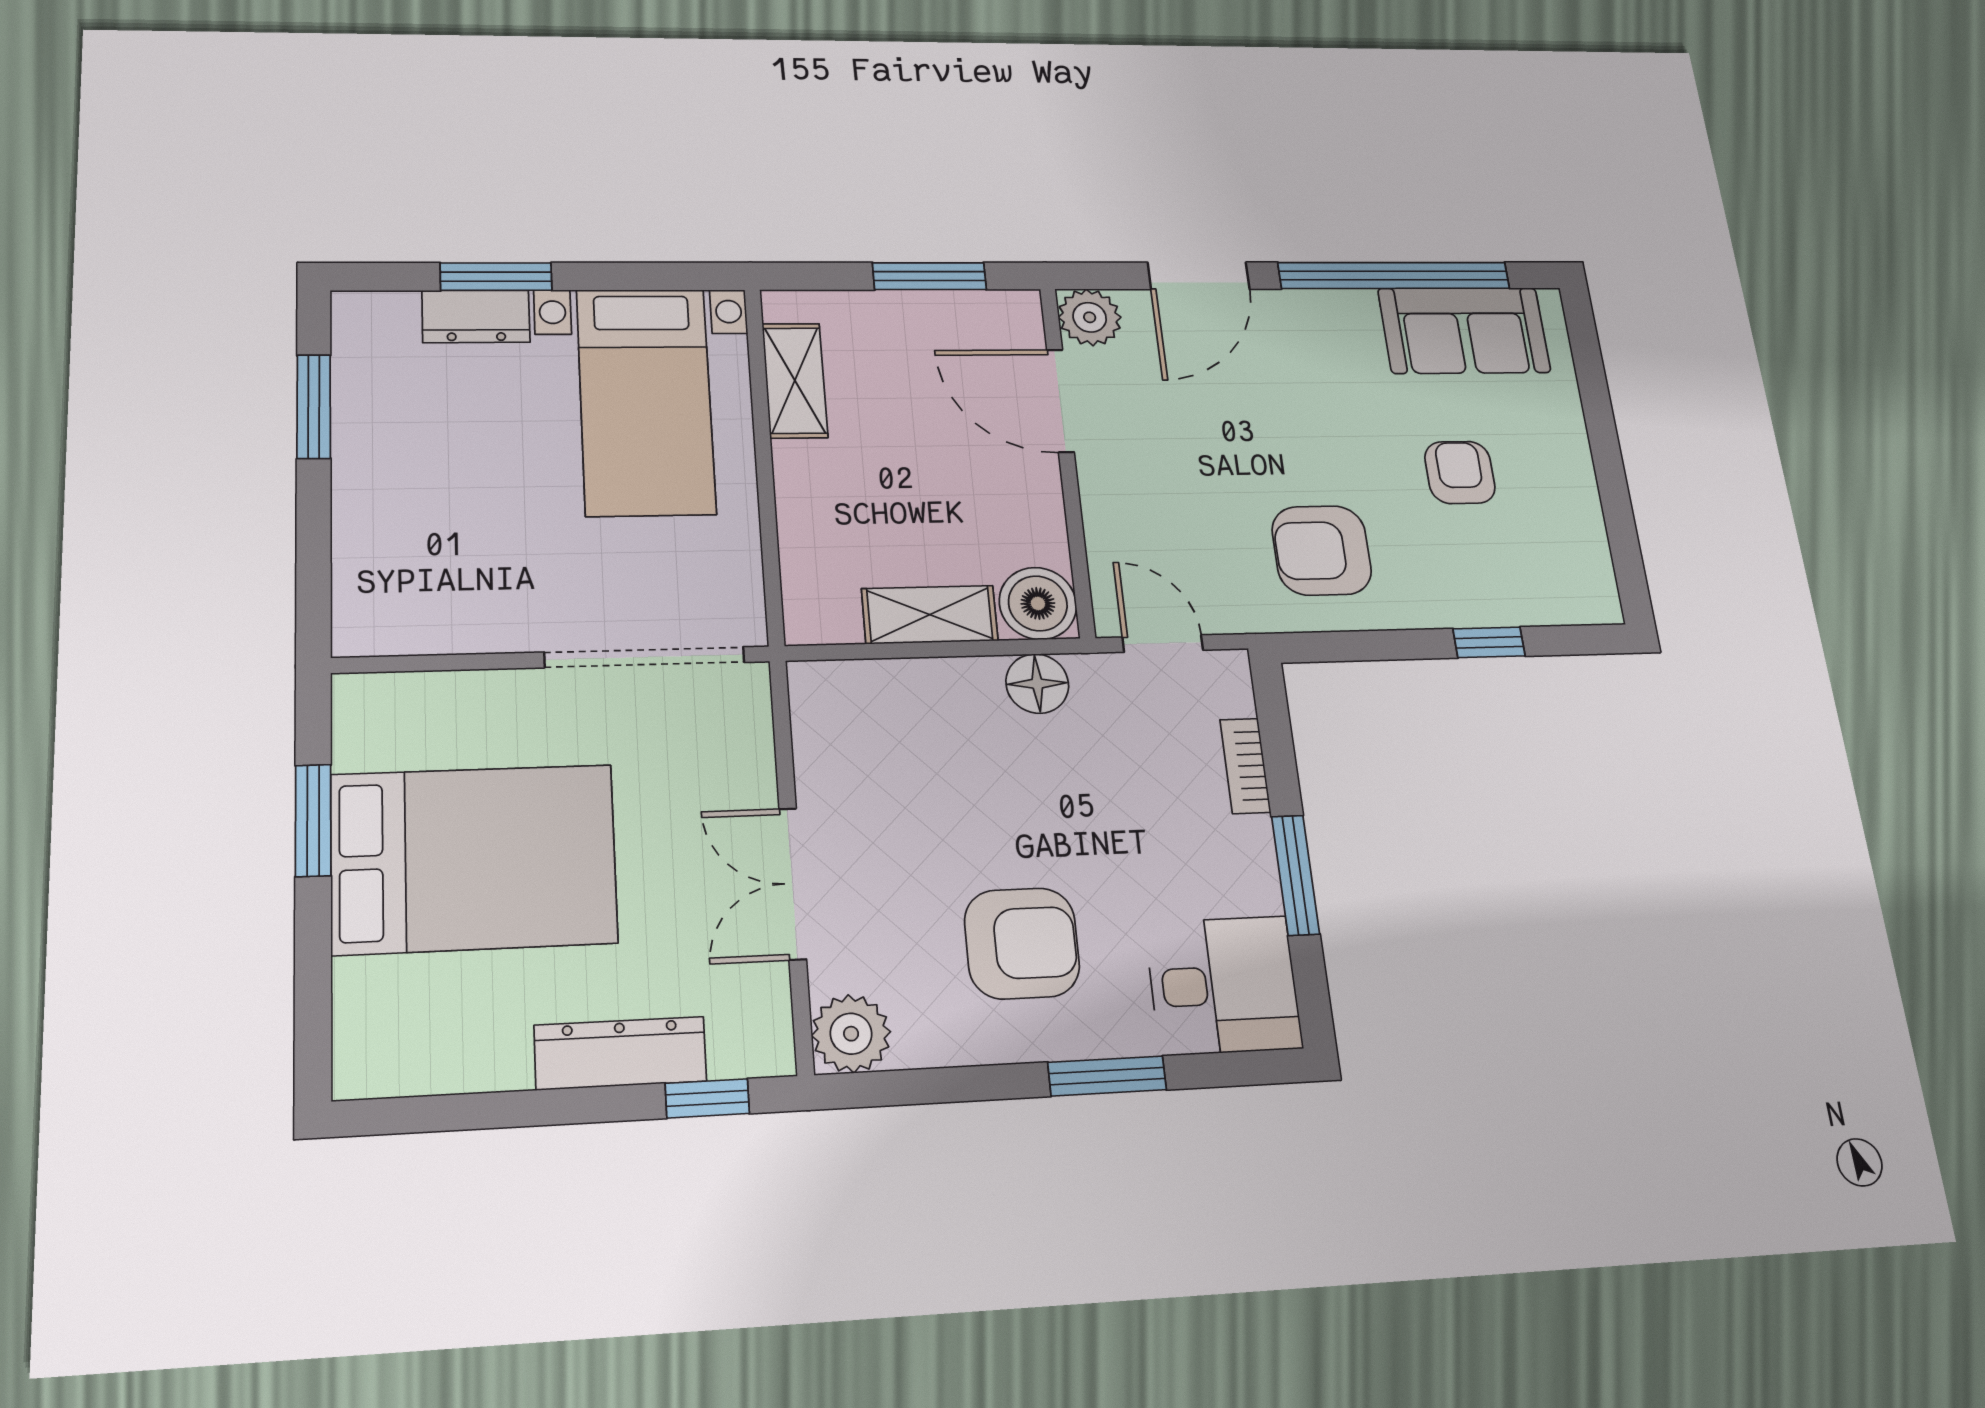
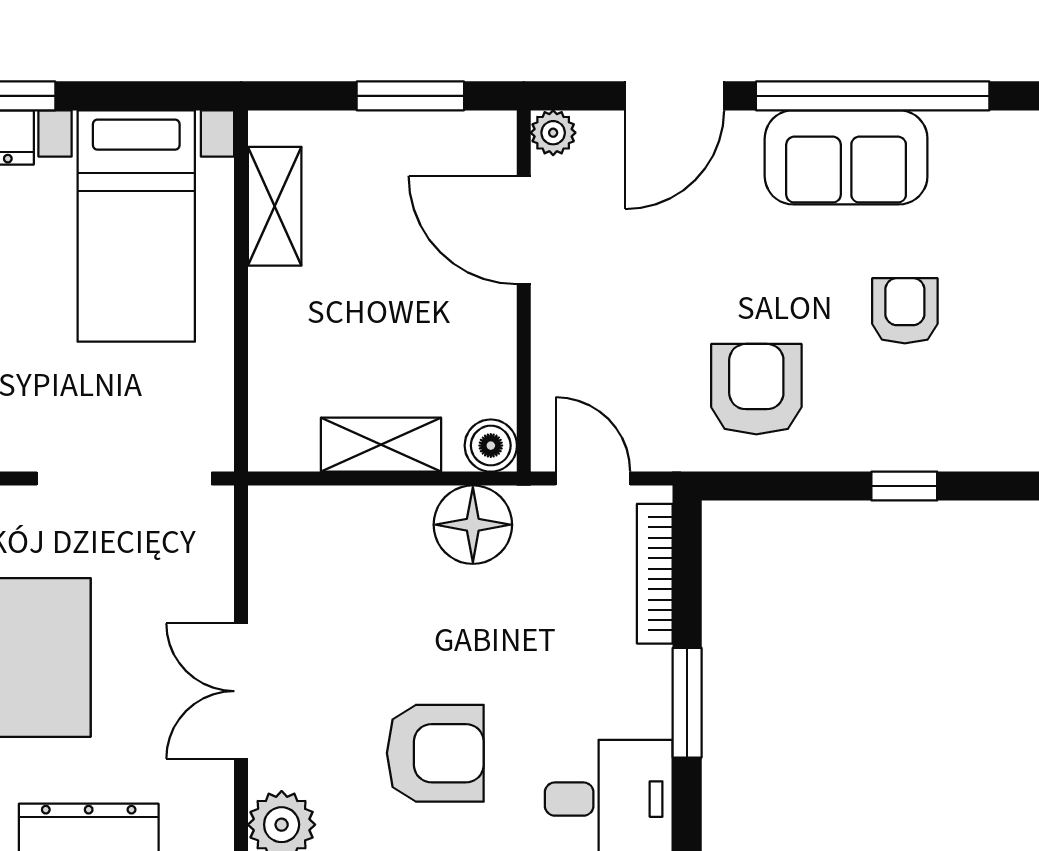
plant: (1090, 317) -> (553, 133), width x0.73, depth x0.73
sofa: (1464, 330) -> (846, 157), moved
armchair: (1322, 550) -> (756, 389), turned 90
boiler: (1038, 603) -> (491, 446), width x0.73, depth x0.73
floor lamp: (1037, 684) -> (473, 525), width x1.38, depth x1.38
bookcase: (1245, 766) -> (655, 574), width x1.56

